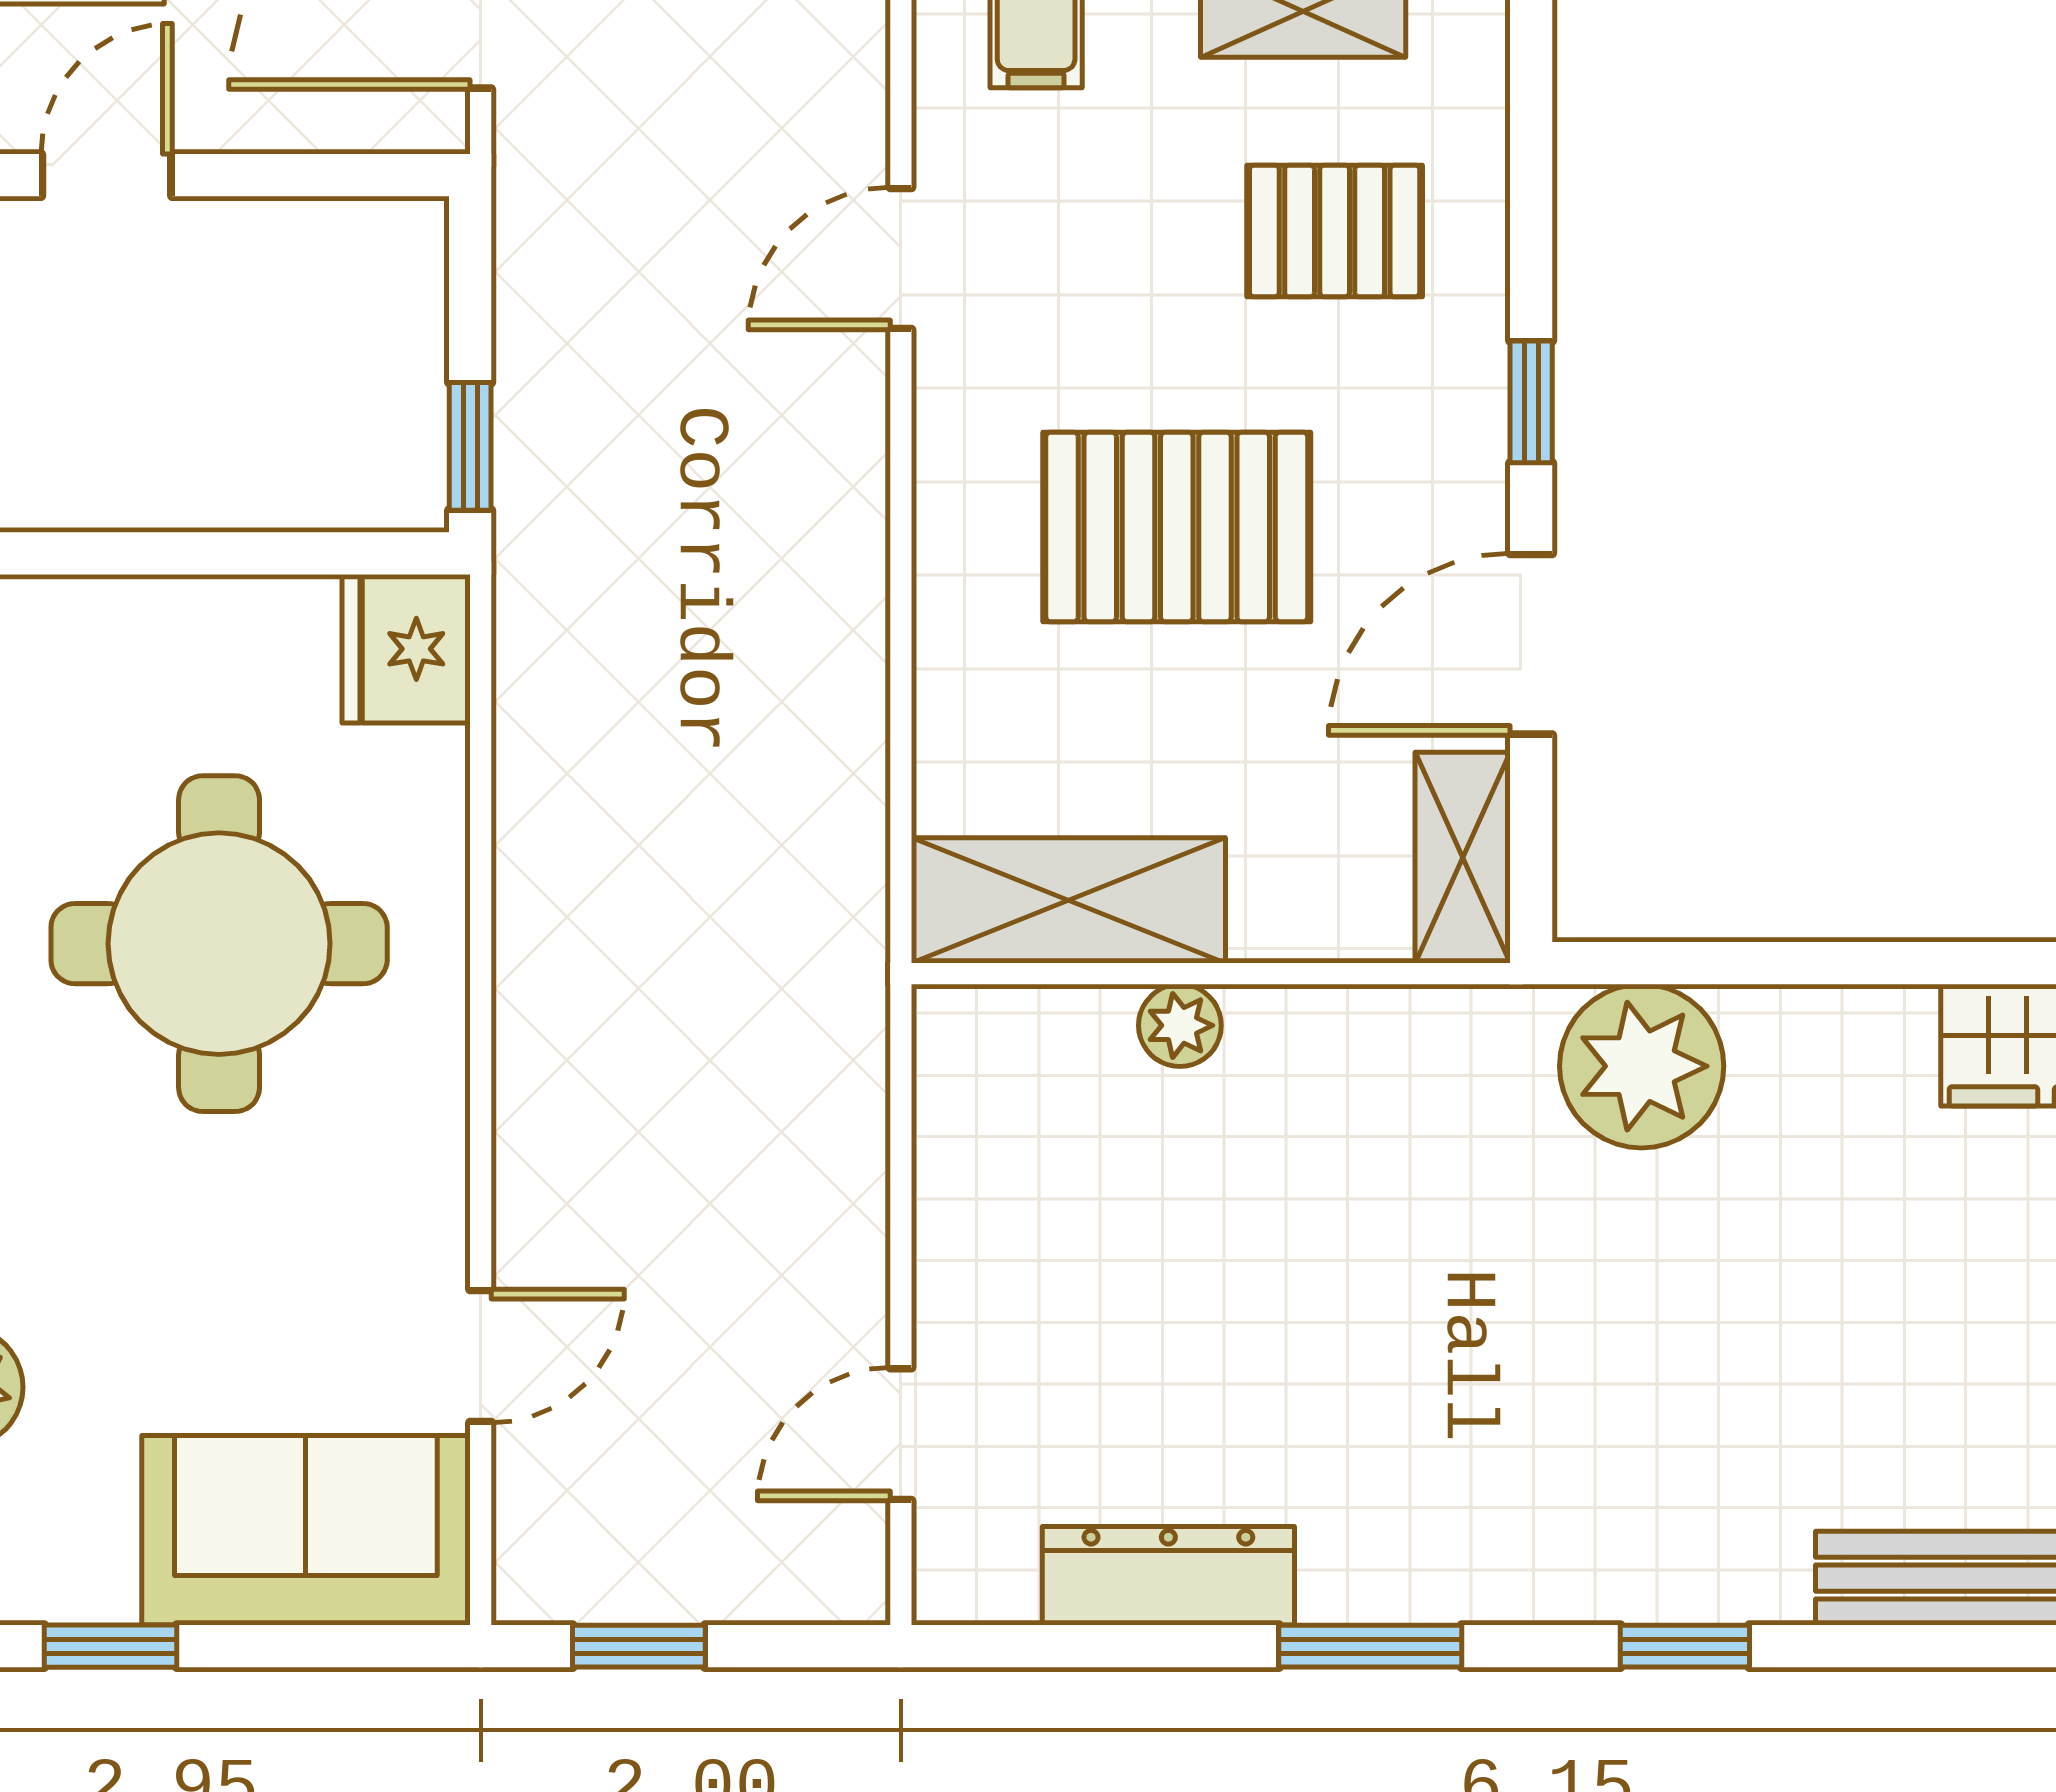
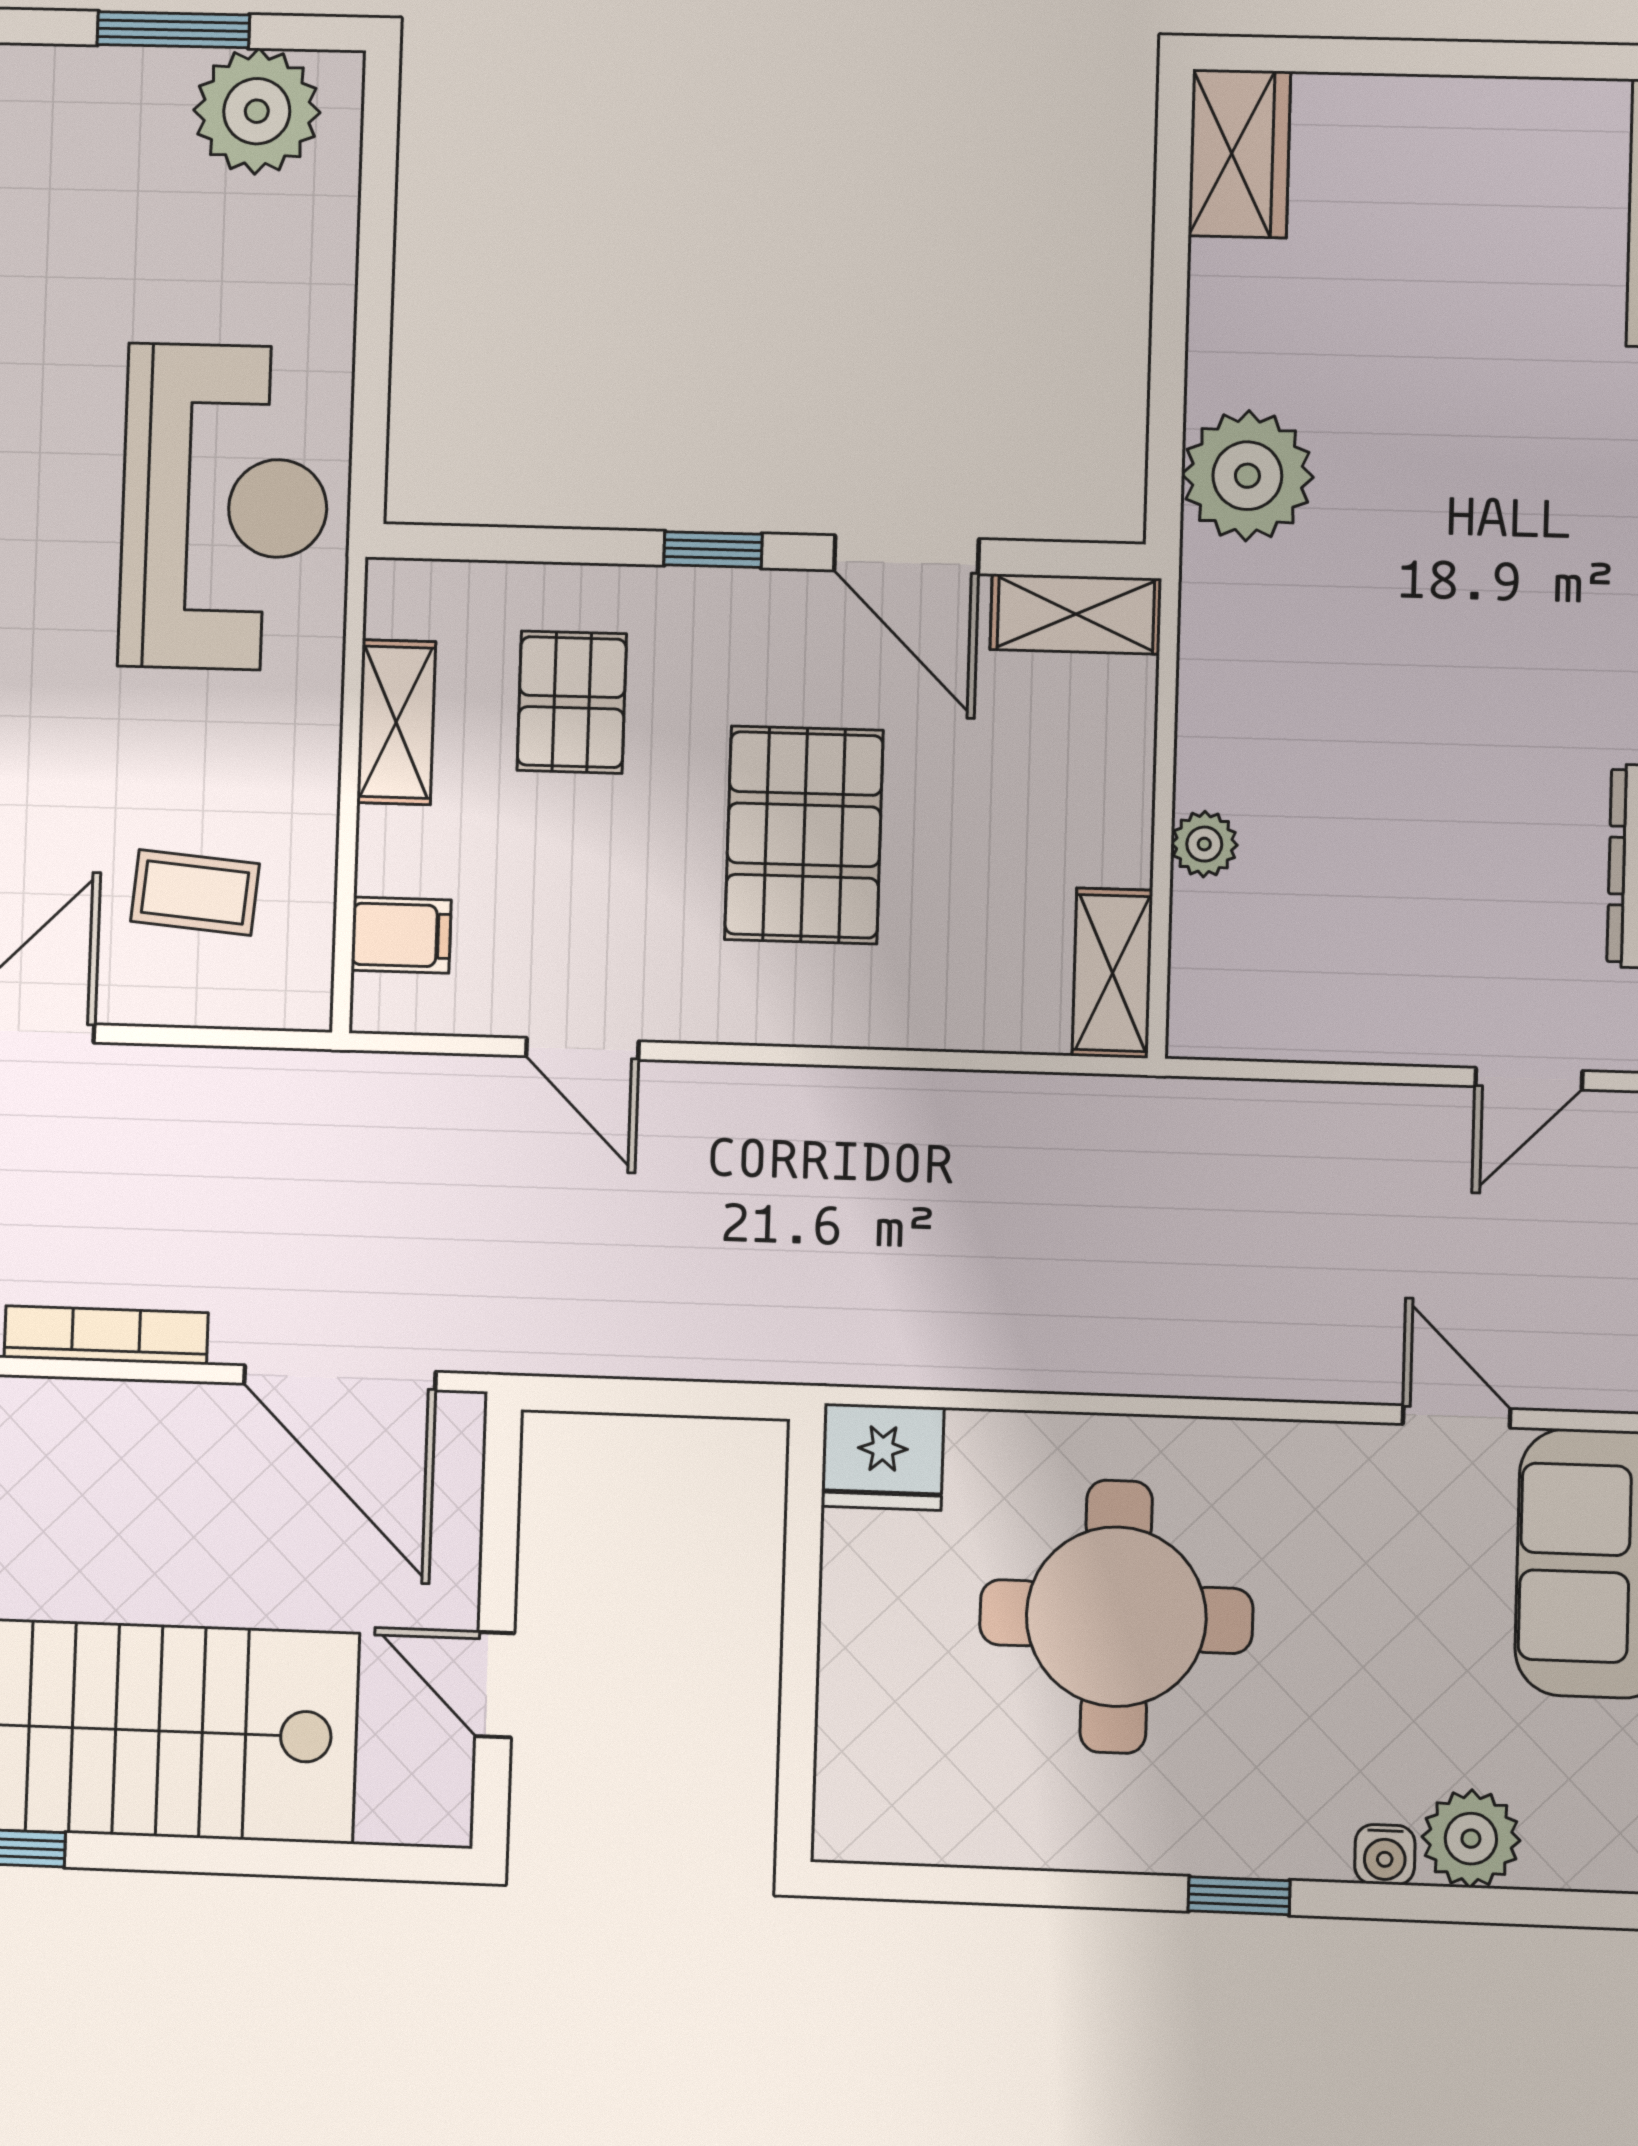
window: (470, 446) -> (722, 1400), removed
shelving: (1068, 900) -> (1112, 973), width x0.67, depth x0.75
door: (901, 1434) -> (1529, 1079), hinge flipped

